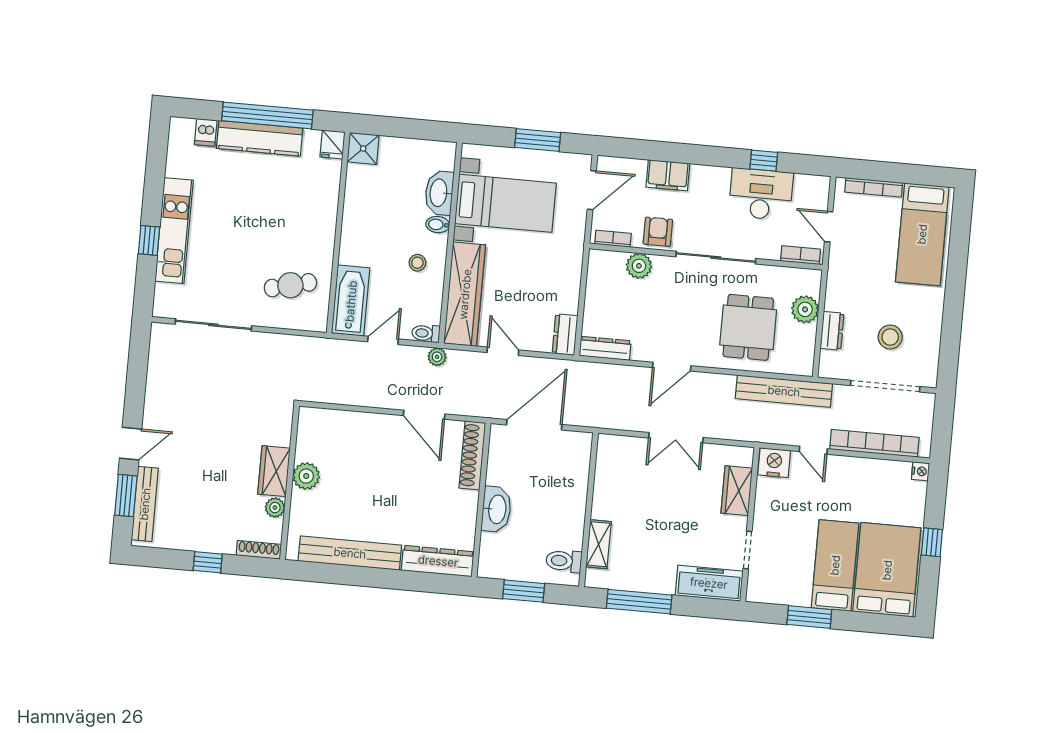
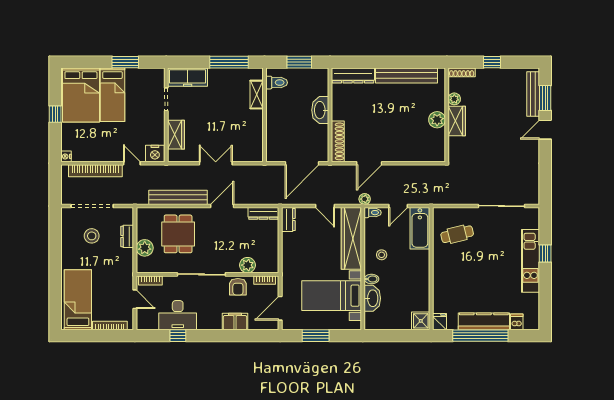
bench: (784, 391) -> (178, 197), moved
door: (424, 415) -> (369, 163), swing flipped

